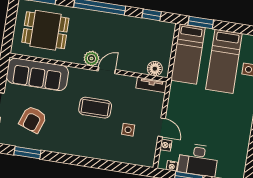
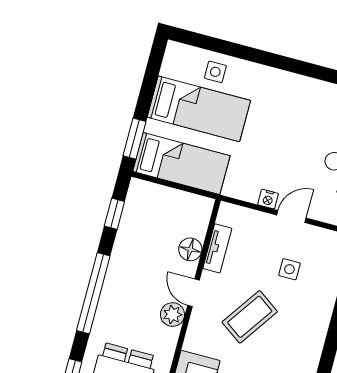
floor lamp: (155, 69) -> (190, 249), moved
tv unit: (151, 85) -> (217, 248), moved
coffee table: (95, 108) -> (250, 317), turned 35
nightstand: (166, 145) -> (268, 199), moved

